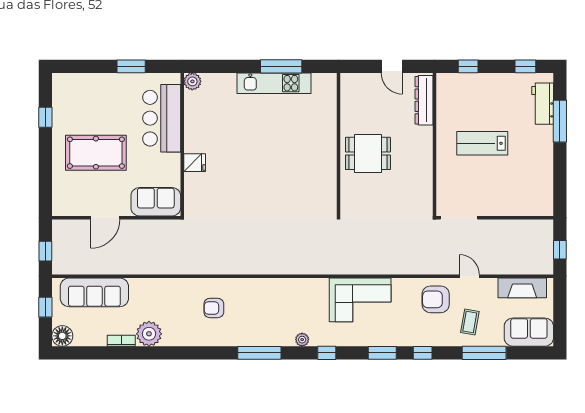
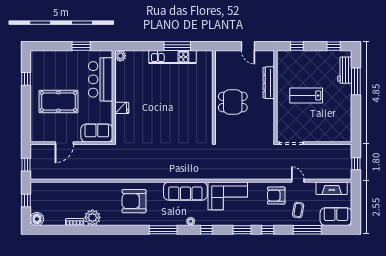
dresser: (424, 100) -> (269, 83), moved
sofa: (94, 292) -> (185, 191), moved
armchair: (214, 308) -> (134, 201), width x1.88, depth x1.88

